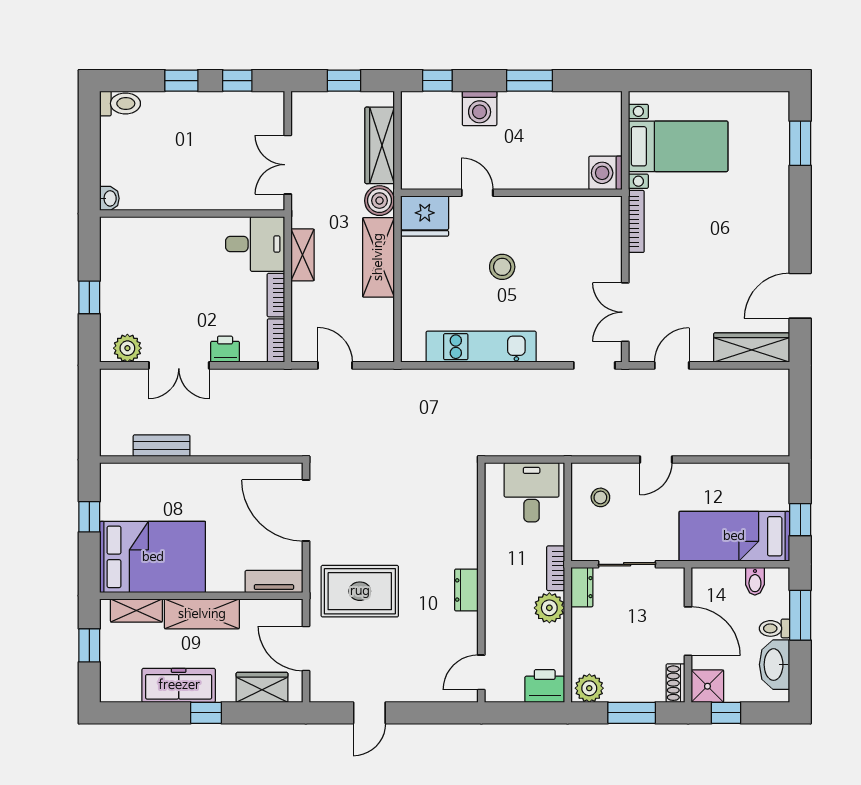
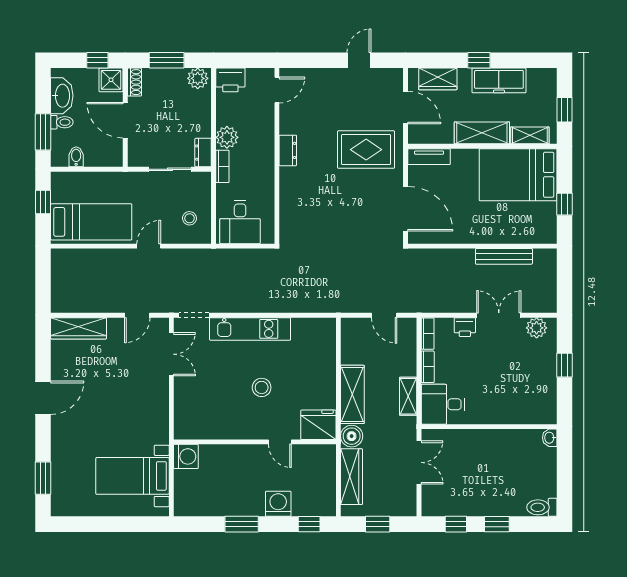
bookcase: (636, 221) -> (163, 421), removed
door: (800, 296) -> (43, 398), moved
kitchen unit: (481, 347) -> (250, 329), moved
bench: (162, 446) -> (504, 256), width x1.36
bed: (734, 536) -> (91, 222), moved

